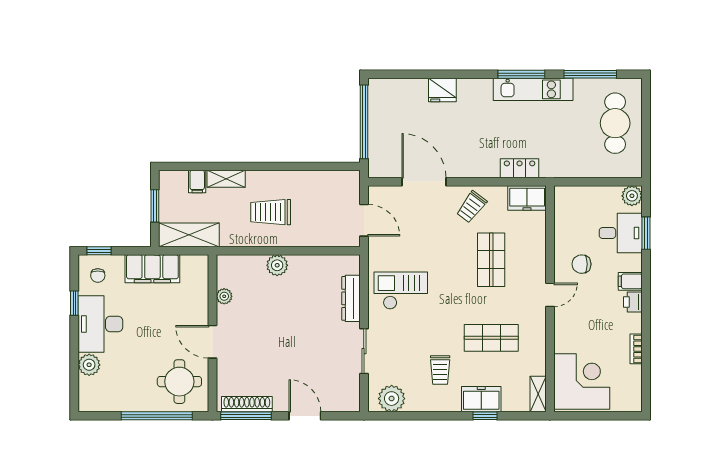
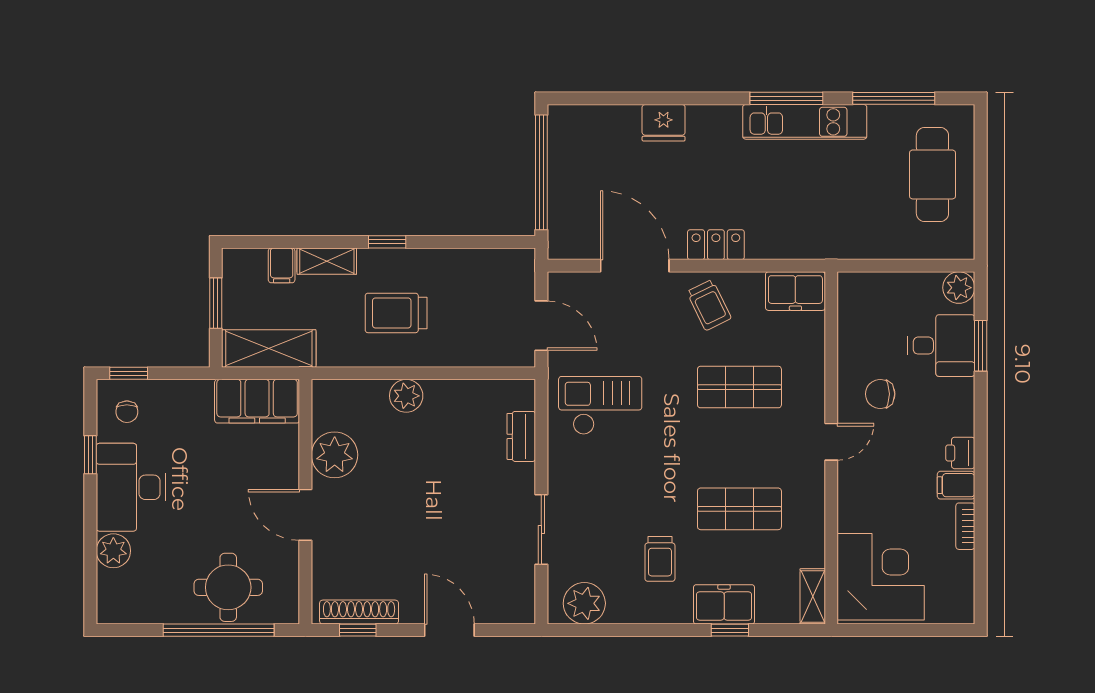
window: (265, 166) -> (387, 242), added
locker: (520, 168) -> (716, 245), moved
trolley: (472, 207) -> (709, 305), turned -63
shop shelf: (491, 260) -> (739, 387), turned 90
filing cabinet: (152, 269) -> (257, 401), moved
filing cabinet: (630, 281) -> (956, 485), moved
checkout: (401, 291) -> (600, 405), moved
plant: (224, 296) -> (335, 455), width x1.88, depth x1.88
dresser: (351, 298) -> (521, 436), width x0.70
round table: (179, 382) -> (228, 587), moved
window: (246, 416) -> (358, 630), width x0.46

